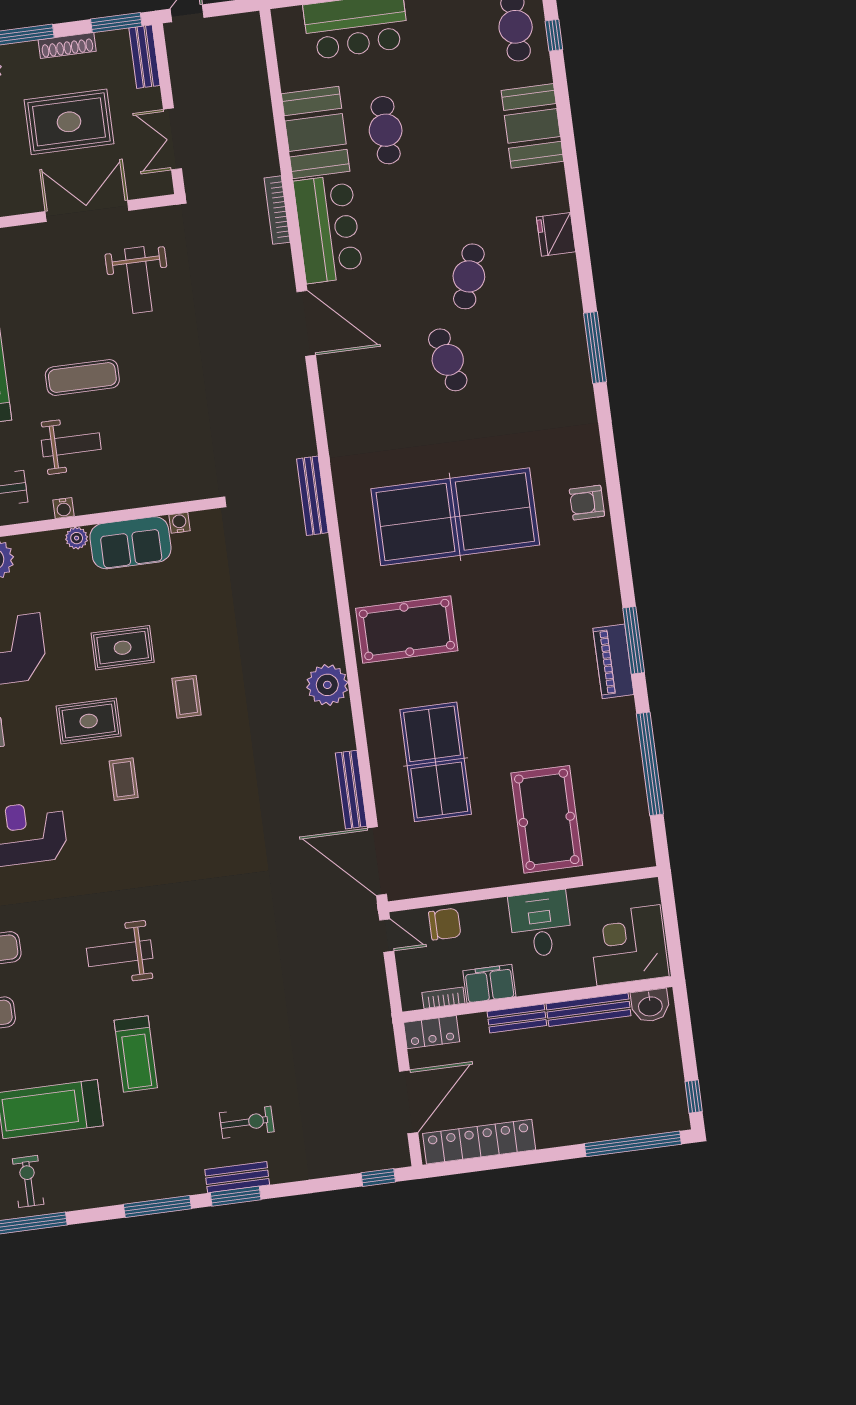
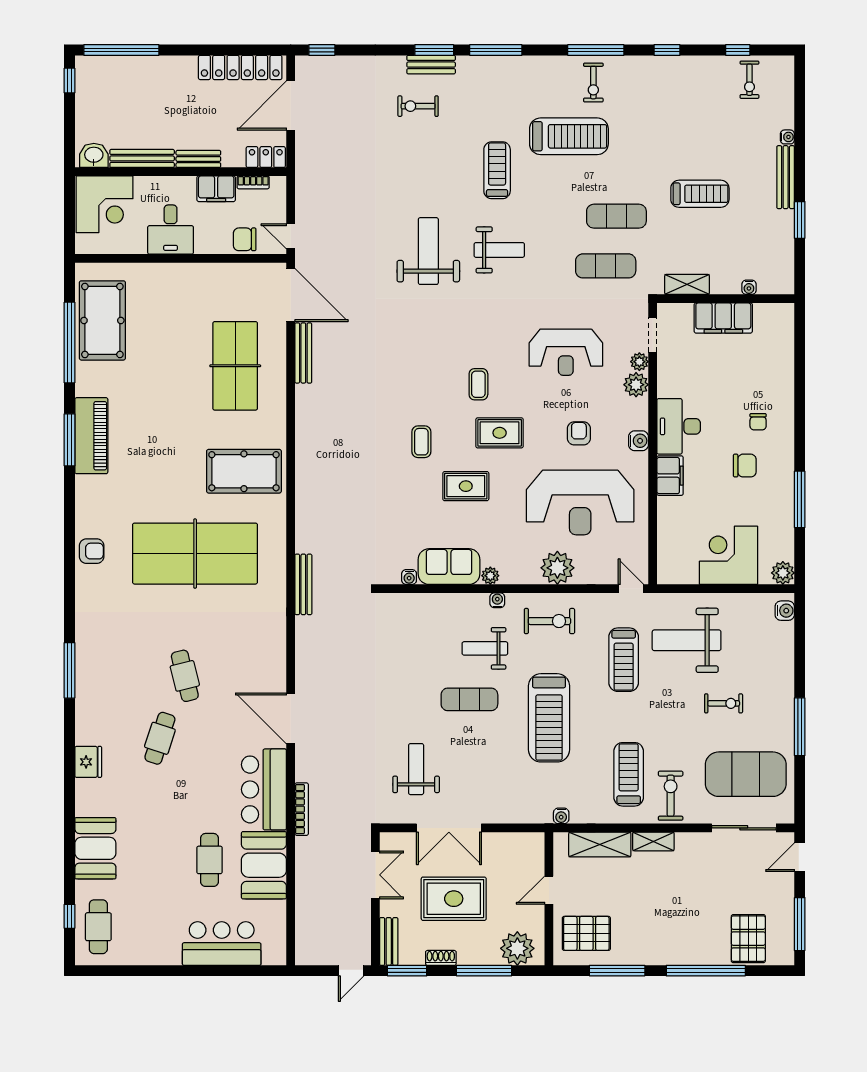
shoe rack: (67, 46) -> (441, 958), width x0.70
piano: (613, 661) -> (91, 436), width x1.37, depth x1.33
plant: (327, 685) -> (311, 436), removed
pool table: (547, 819) -> (102, 320), moved
weight bench: (210, 940) -> (428, 251), added

